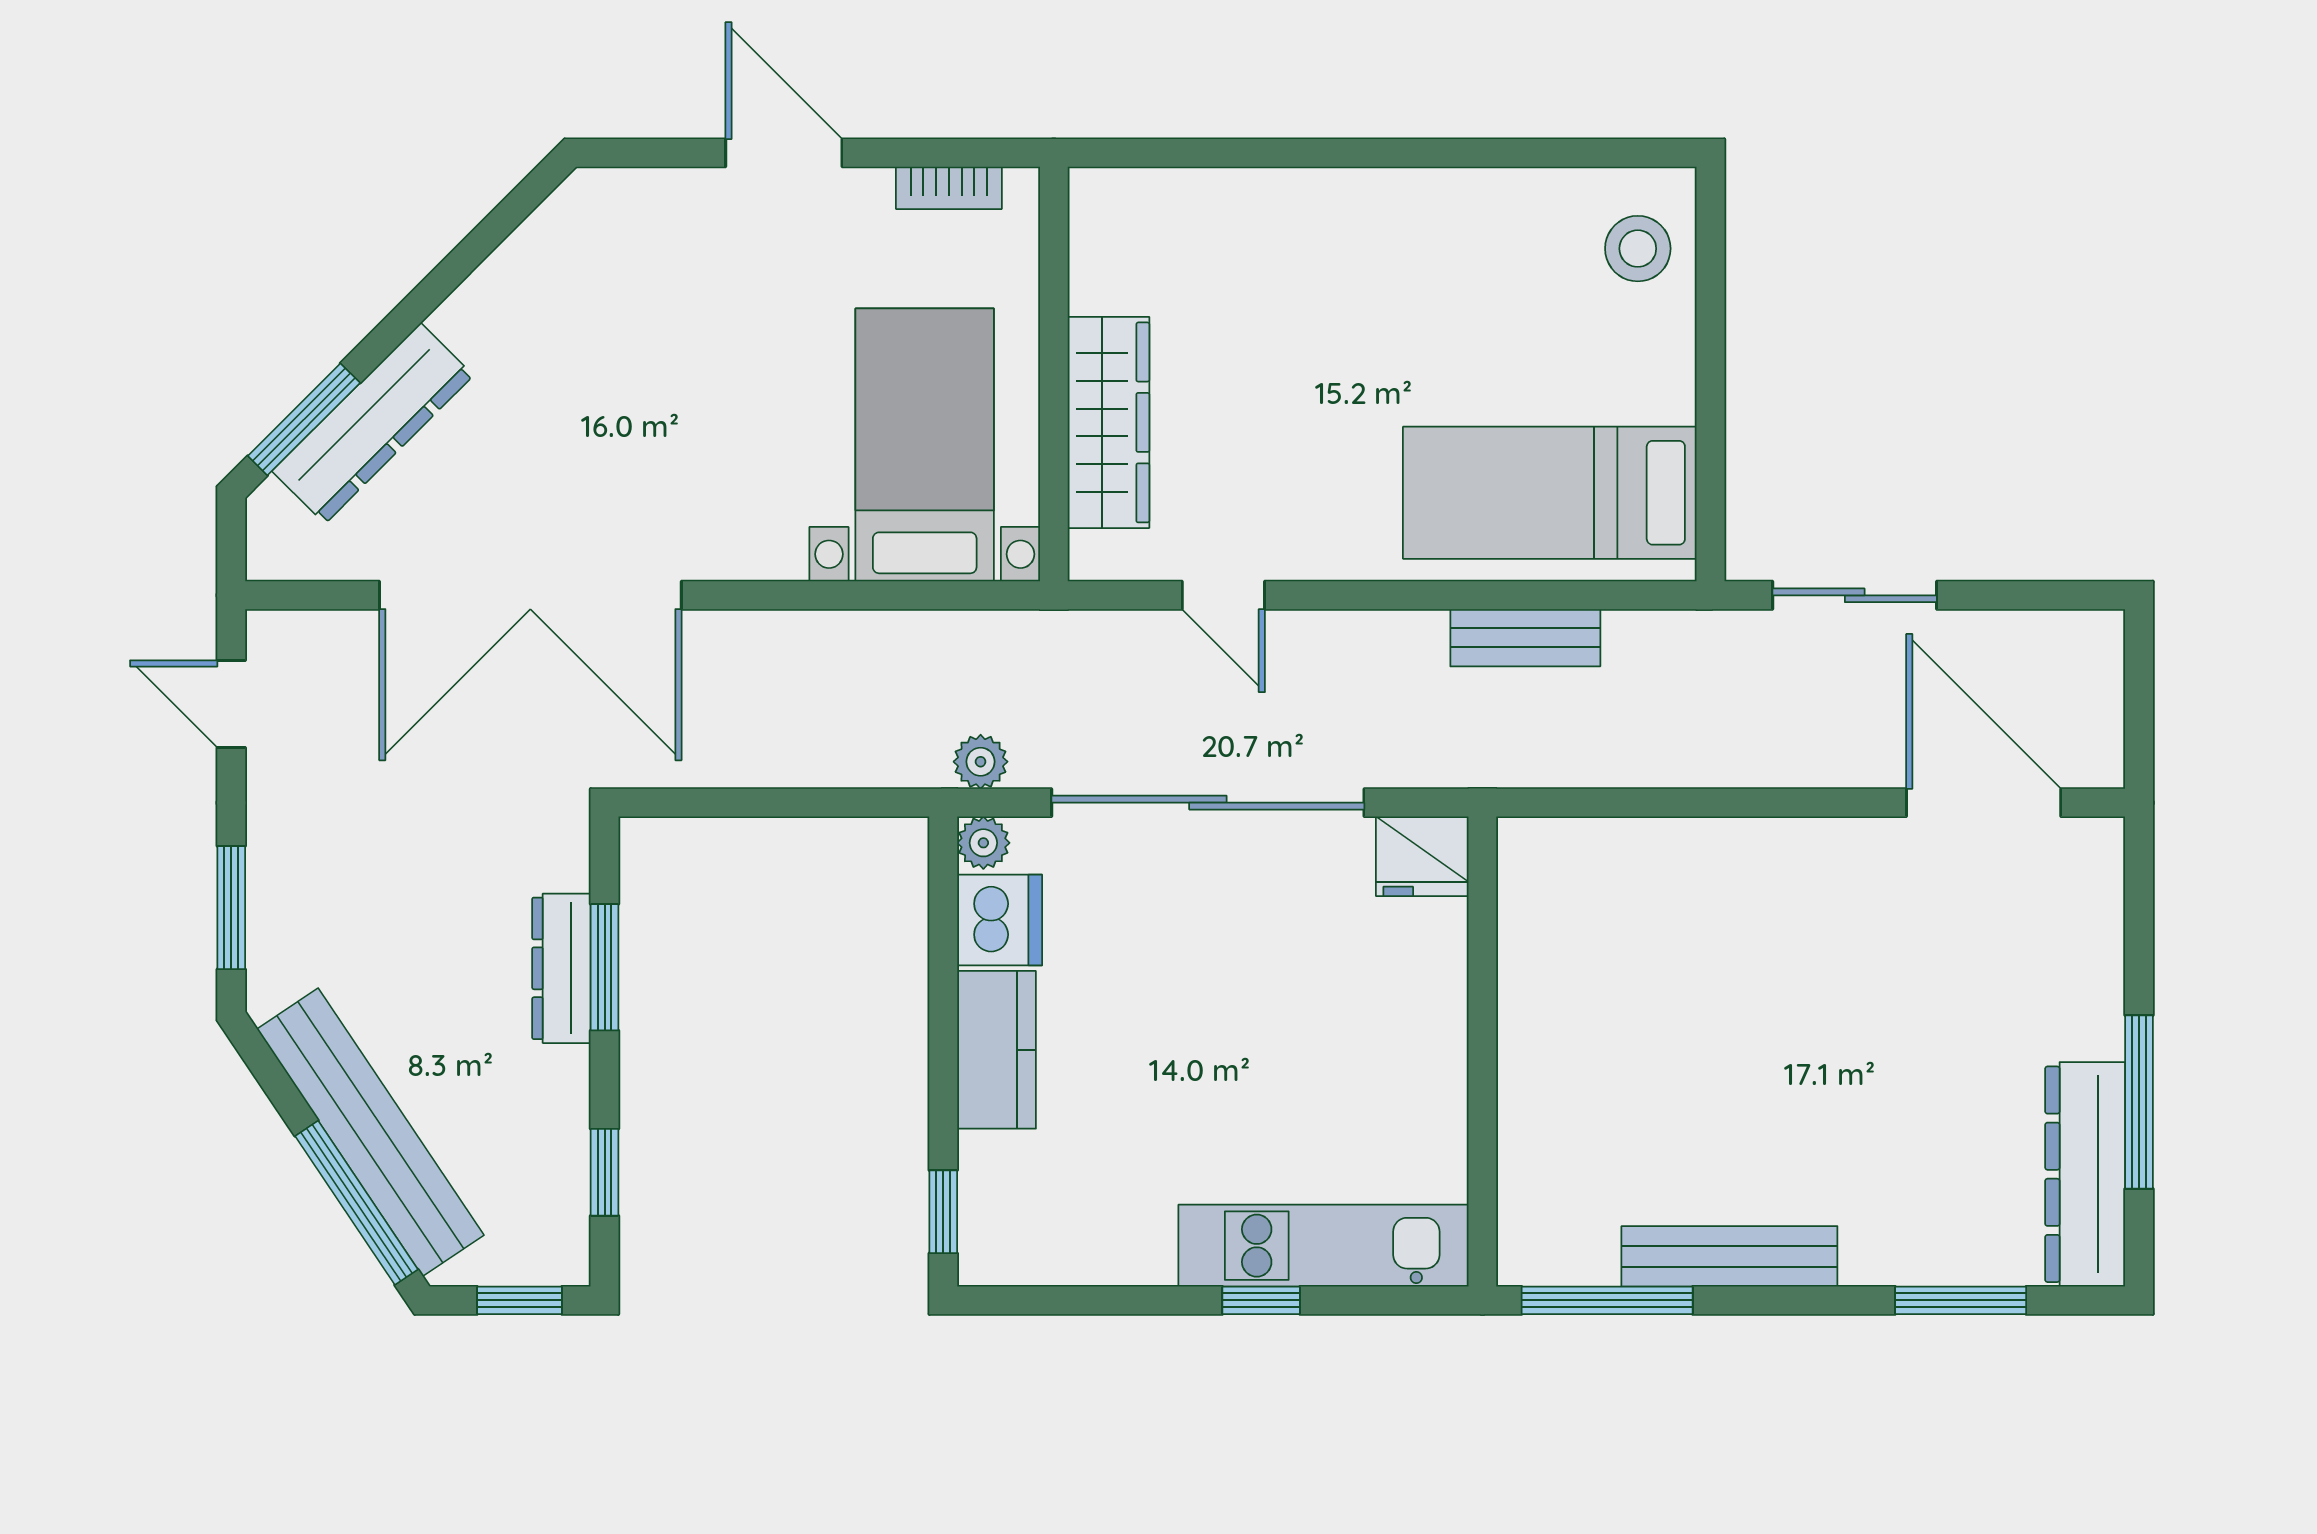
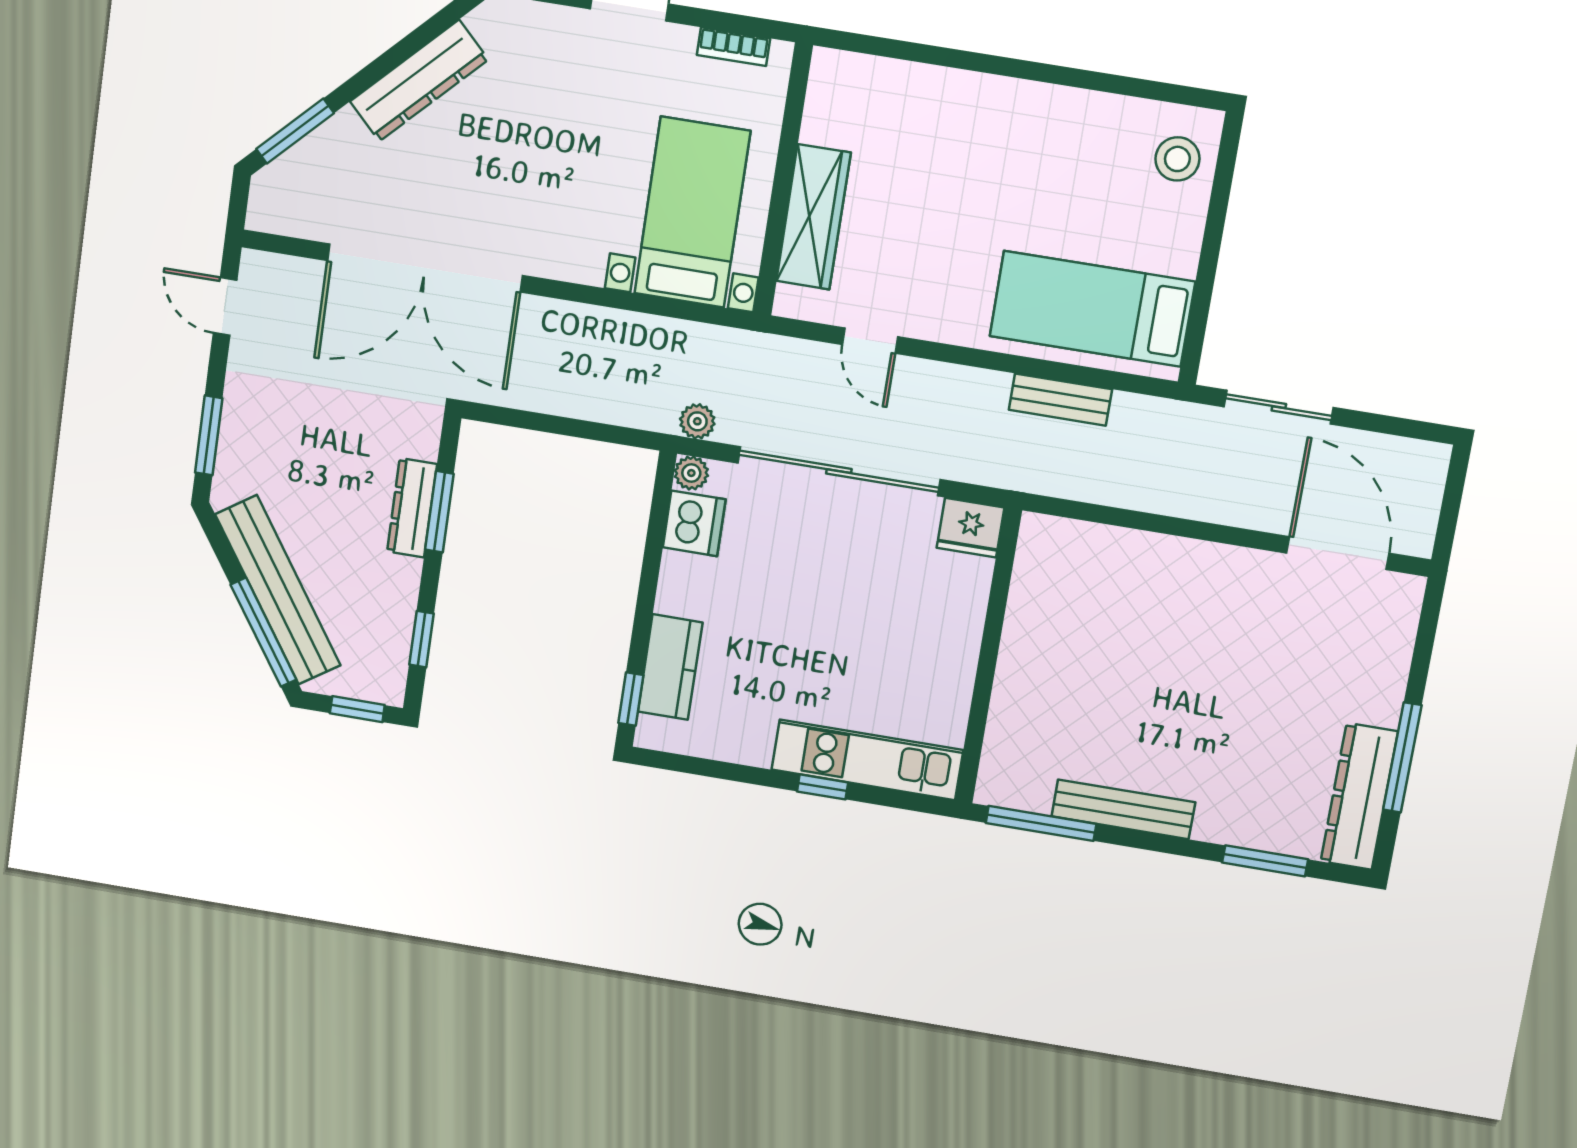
dresser: (373, 423) -> (419, 81), moved
kitchen counter: (997, 1050) -> (670, 667), moved

